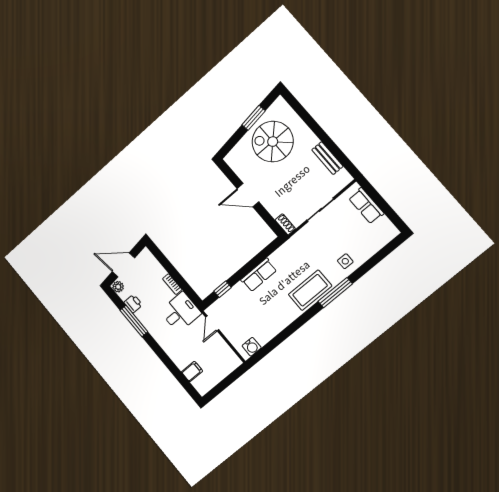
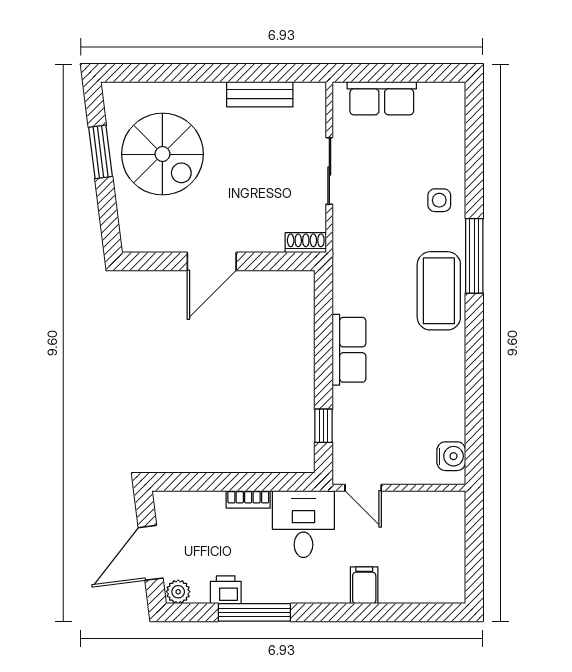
spiral stairs: (273, 142) -> (162, 154), turned -90
filing cabinet: (192, 371) -> (364, 585), moved

